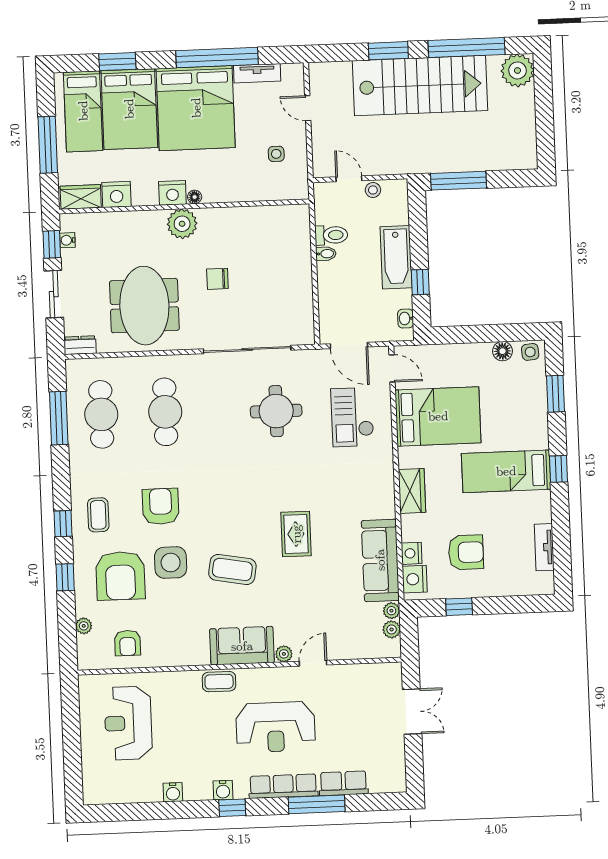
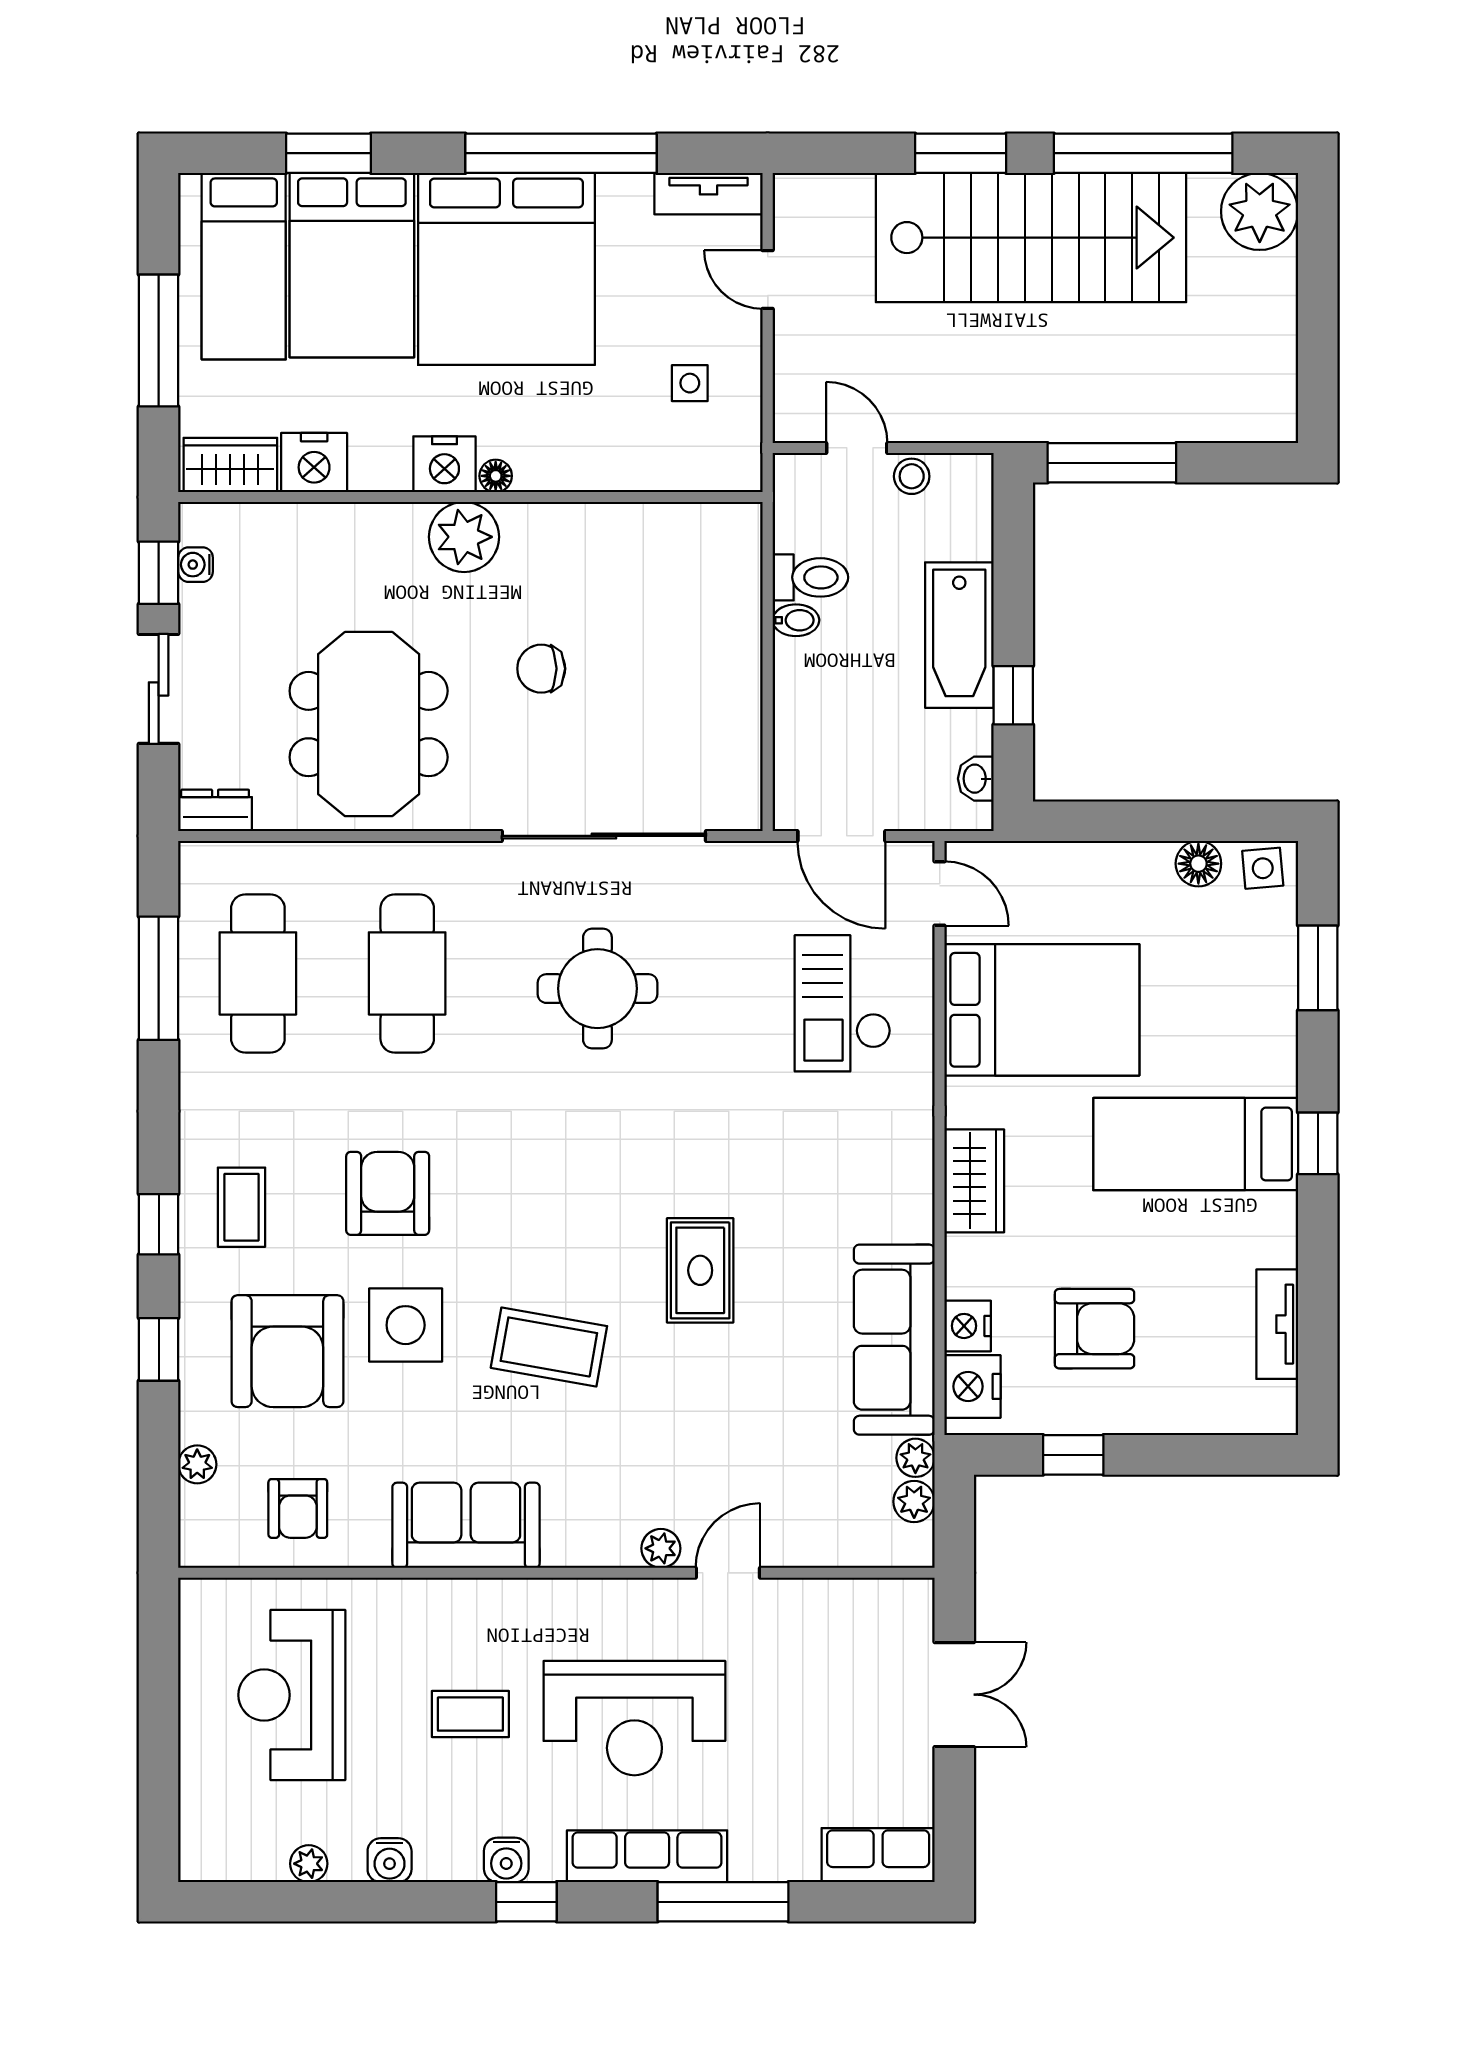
tv unit: (257, 73) -> (709, 194), moved
round table: (276, 411) -> (597, 989), moved
sofa: (242, 646) -> (466, 1525), moved
coffee table: (219, 682) -> (470, 1714), moved
row of seats: (344, 783) -> (878, 1855), moved
plant: (138, 795) -> (309, 1864), added

